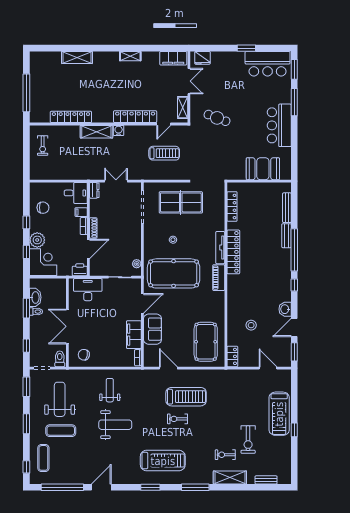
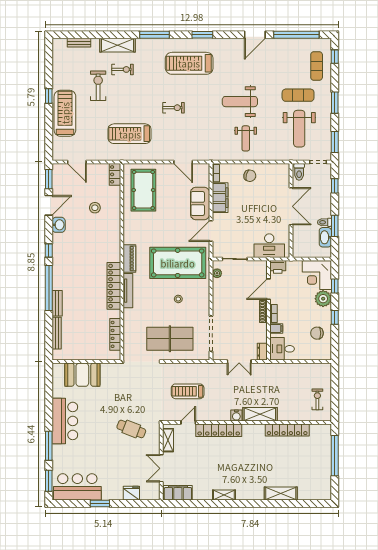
fridge: (202, 58) -> (131, 493), moved
chair: (84, 355) -> (250, 176), moved
treadmill: (186, 397) -> (130, 134), moved

